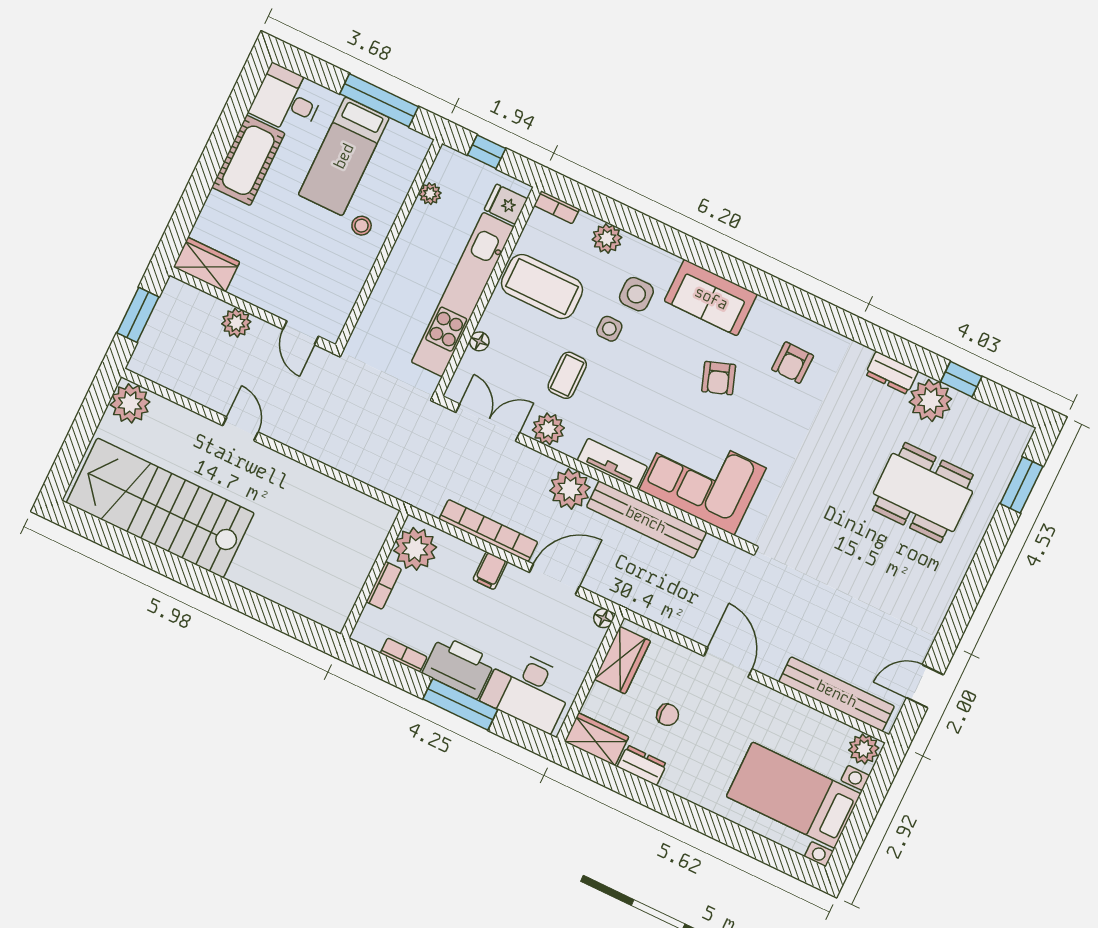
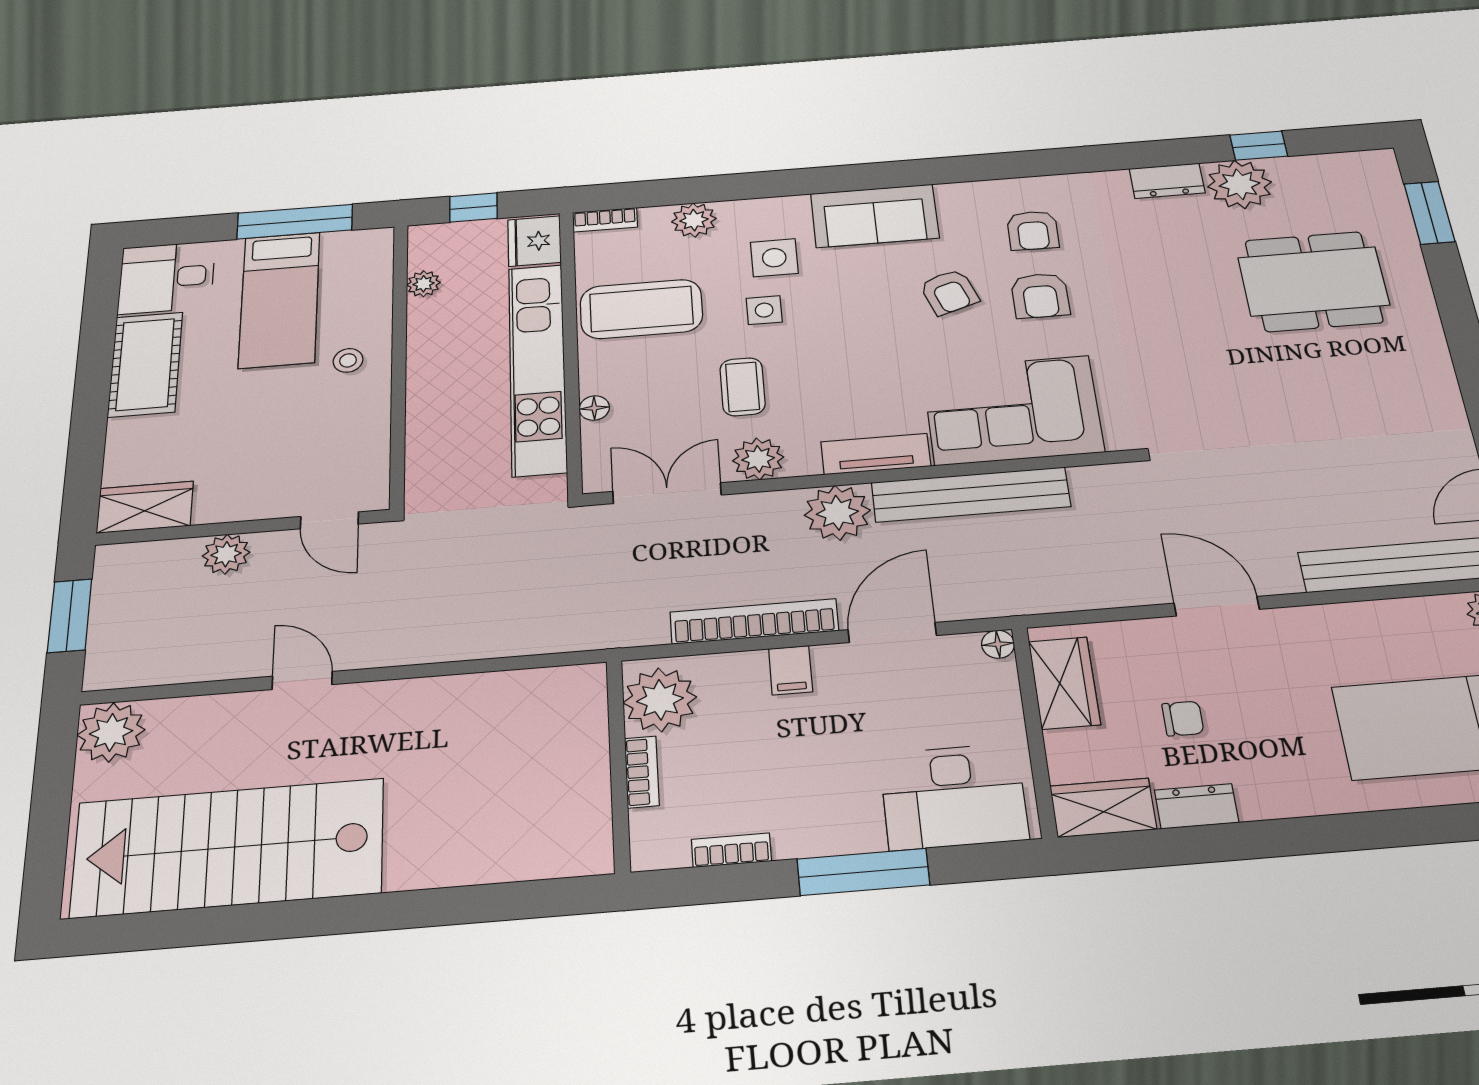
fridge: (506, 204) -> (534, 241), width x1.38
armchair: (767, 411) -> (1040, 296), added
printer: (459, 667) -> (827, 821), removed

